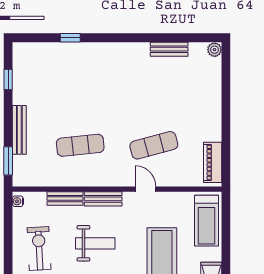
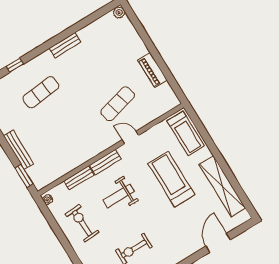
bench: (169, 49) -> (65, 45), moved
exercise mat: (80, 145) -> (41, 92), moved
piano: (213, 162) -> (153, 70), moved
weight bench: (95, 243) -> (119, 196), turned 180

